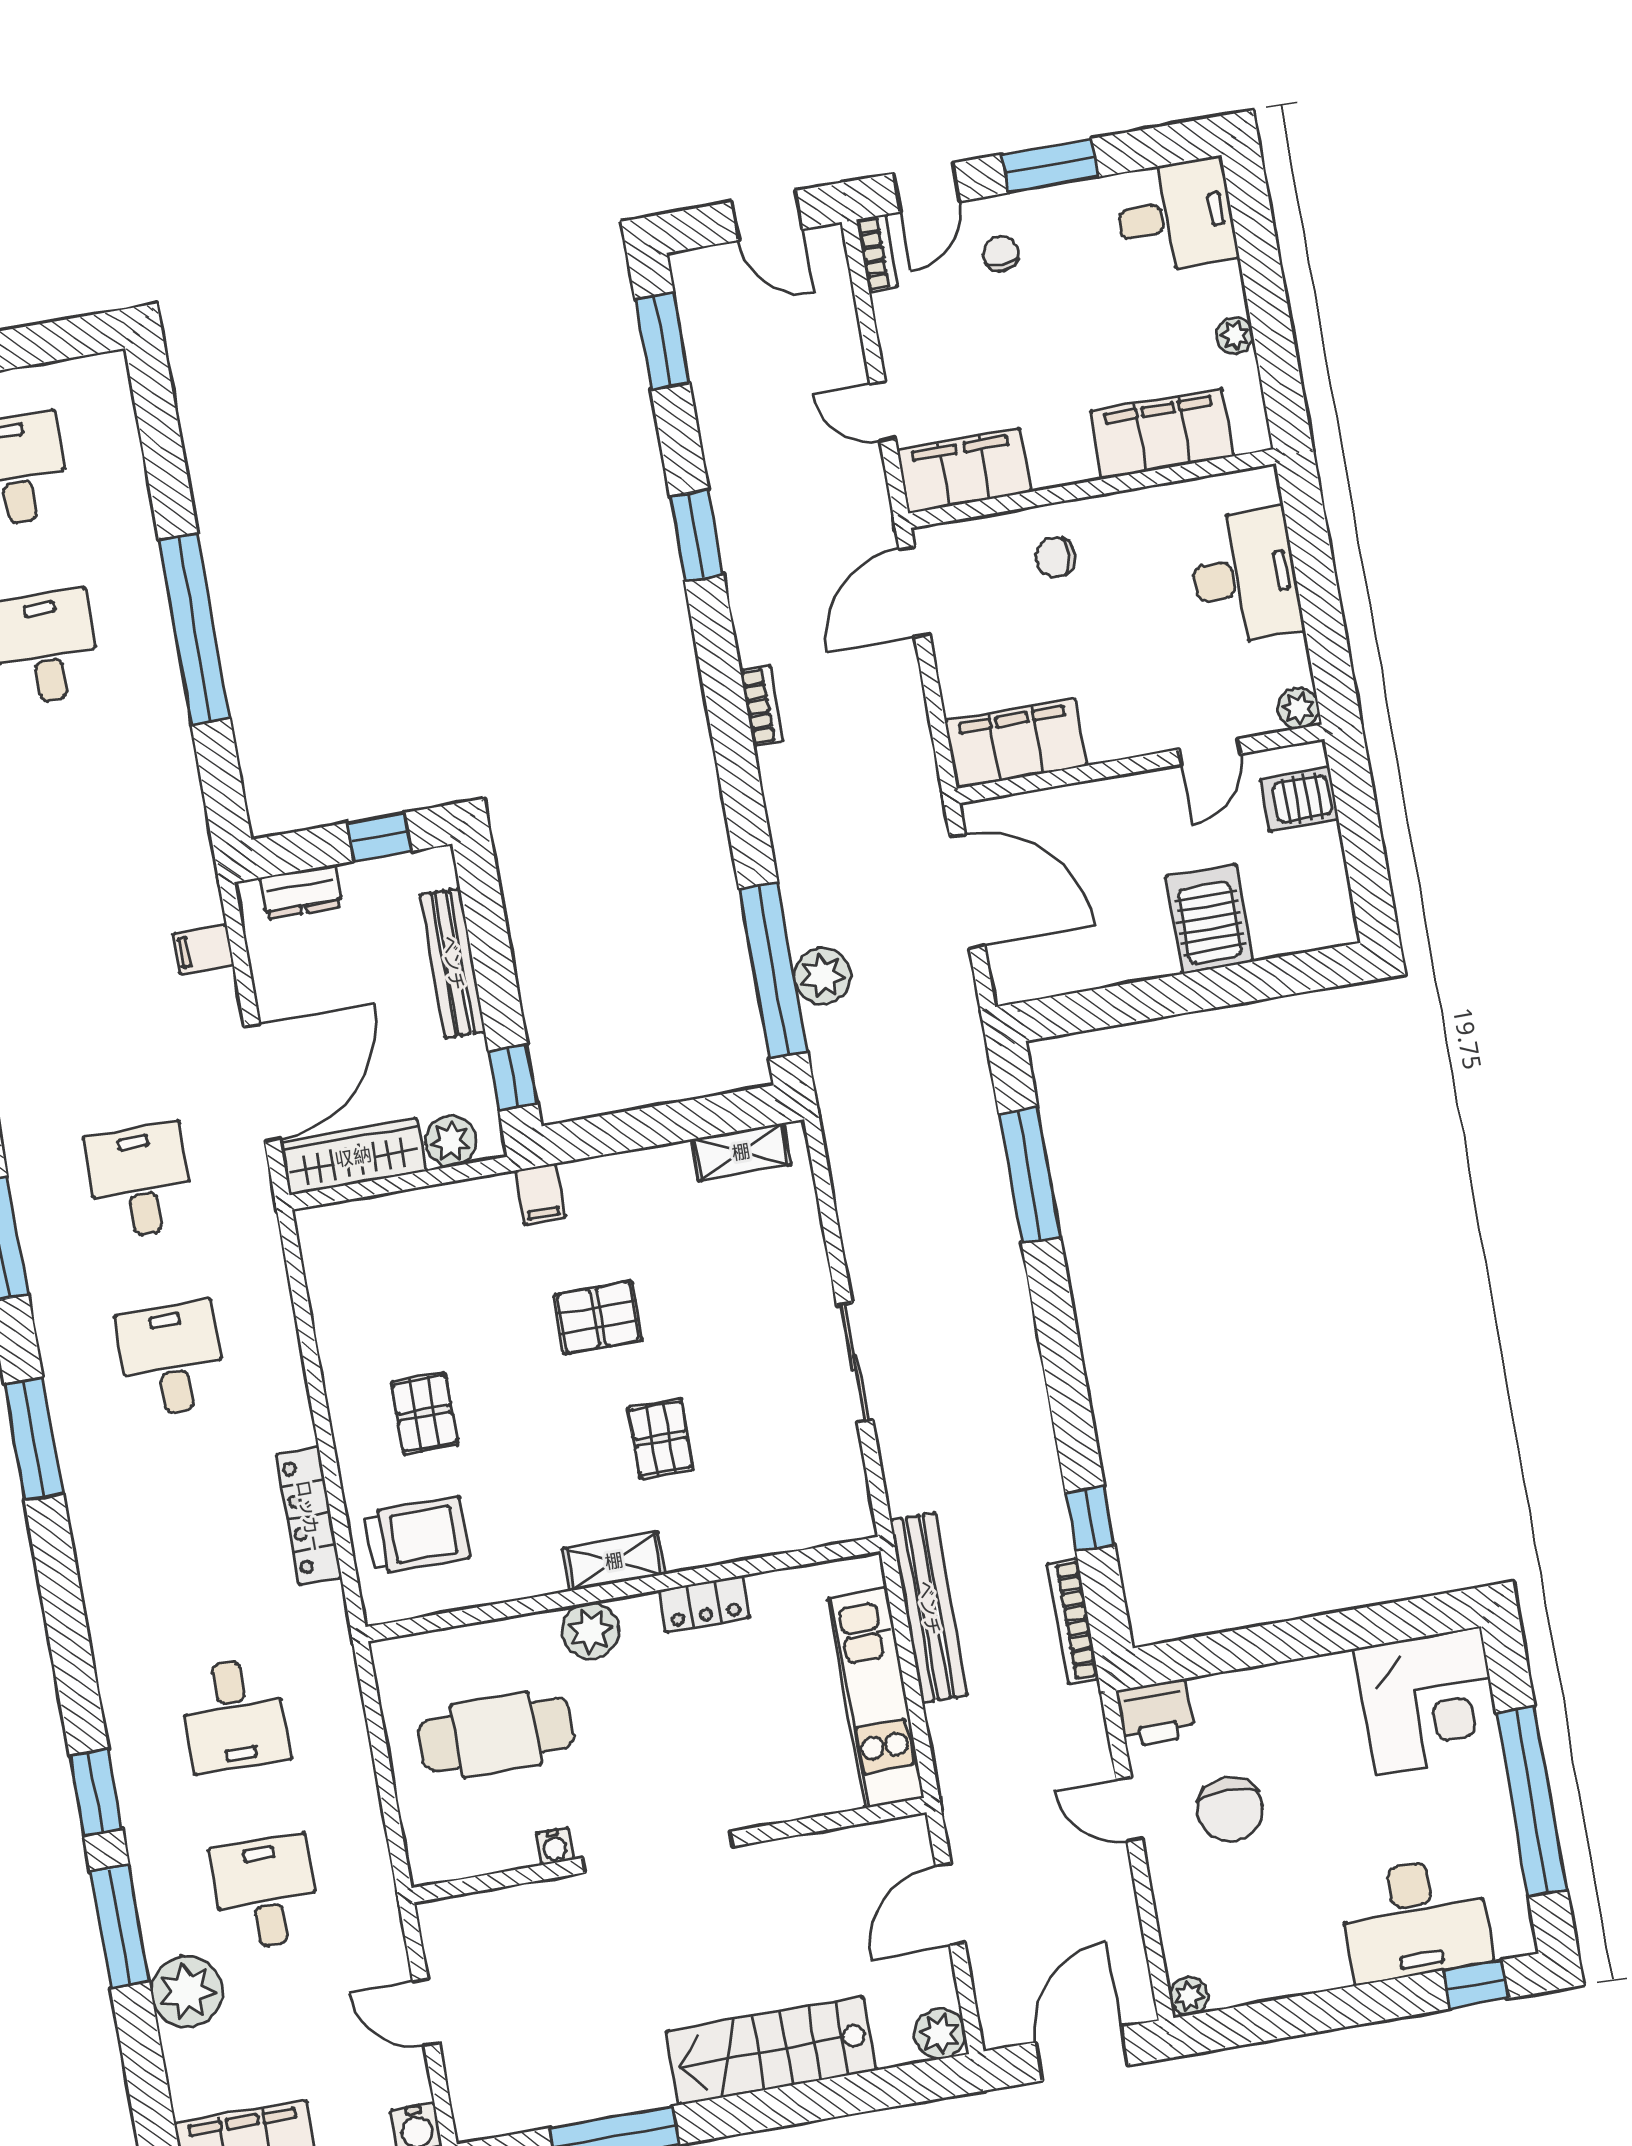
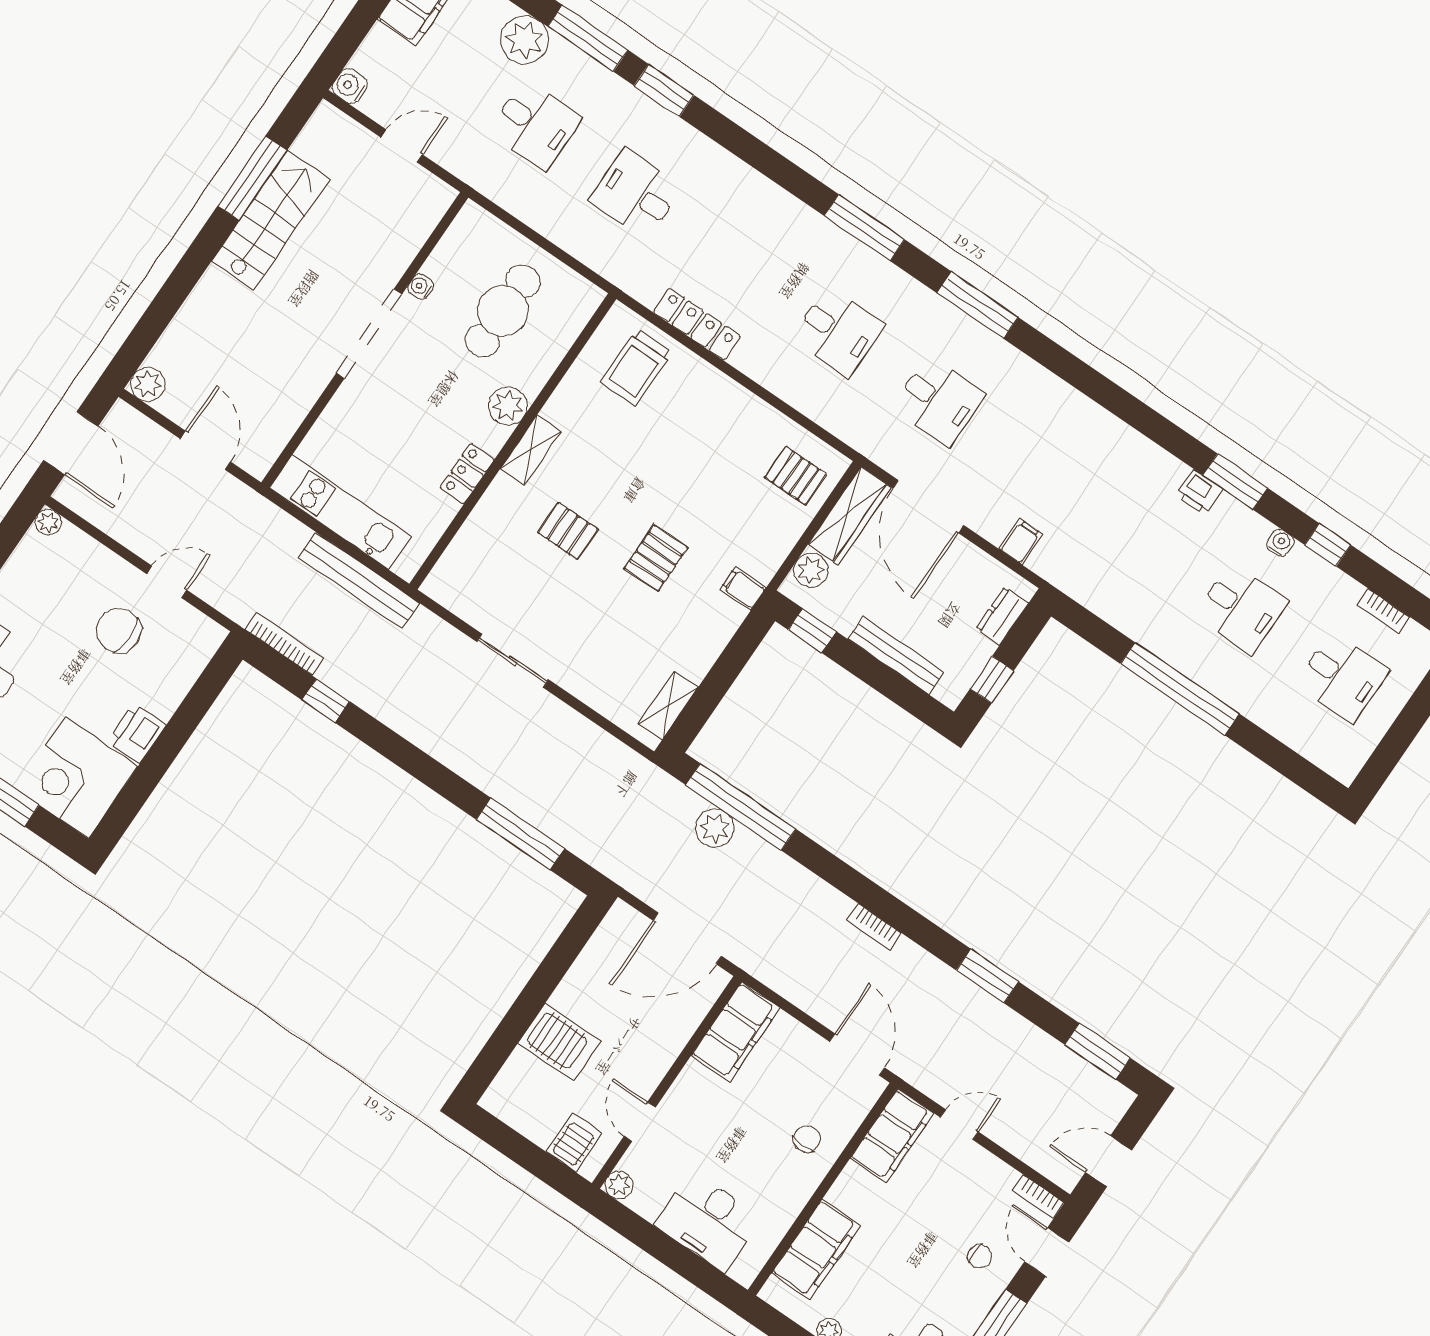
pallet: (424, 1413) -> (796, 476), moved
printer: (1155, 1713) -> (137, 733), moved
stairs: (771, 2051) -> (271, 220), moved

